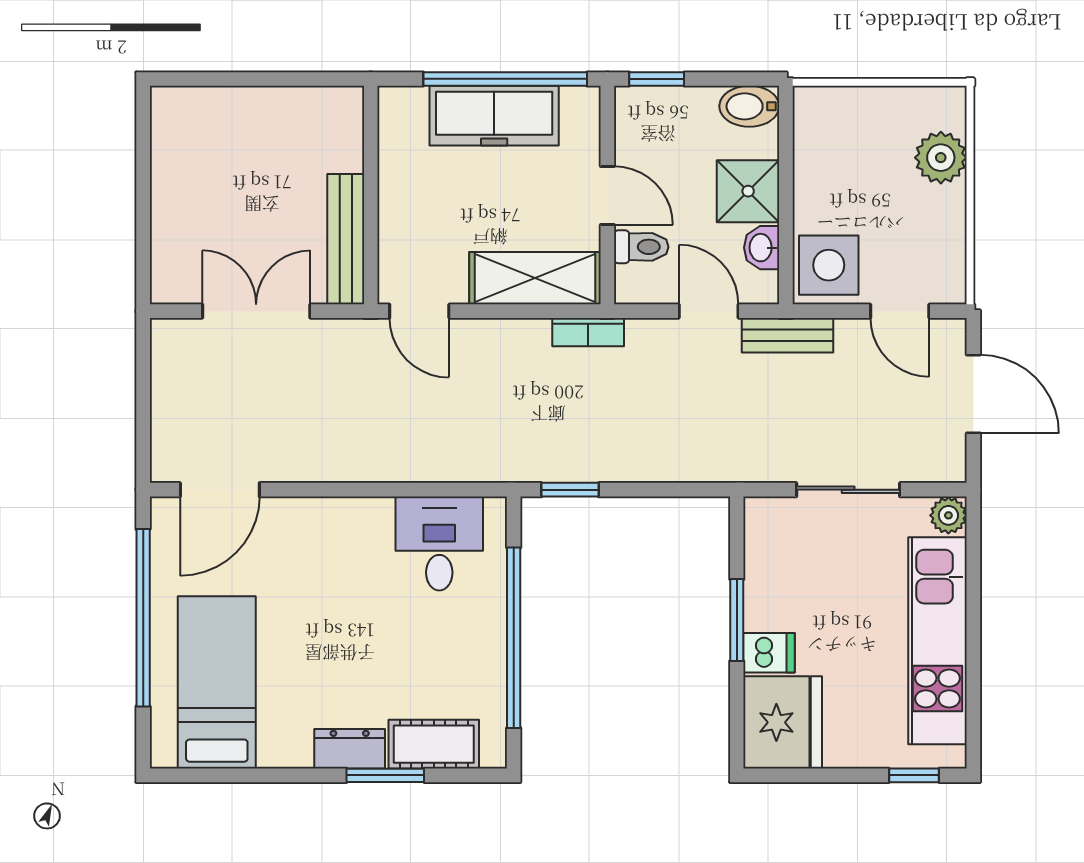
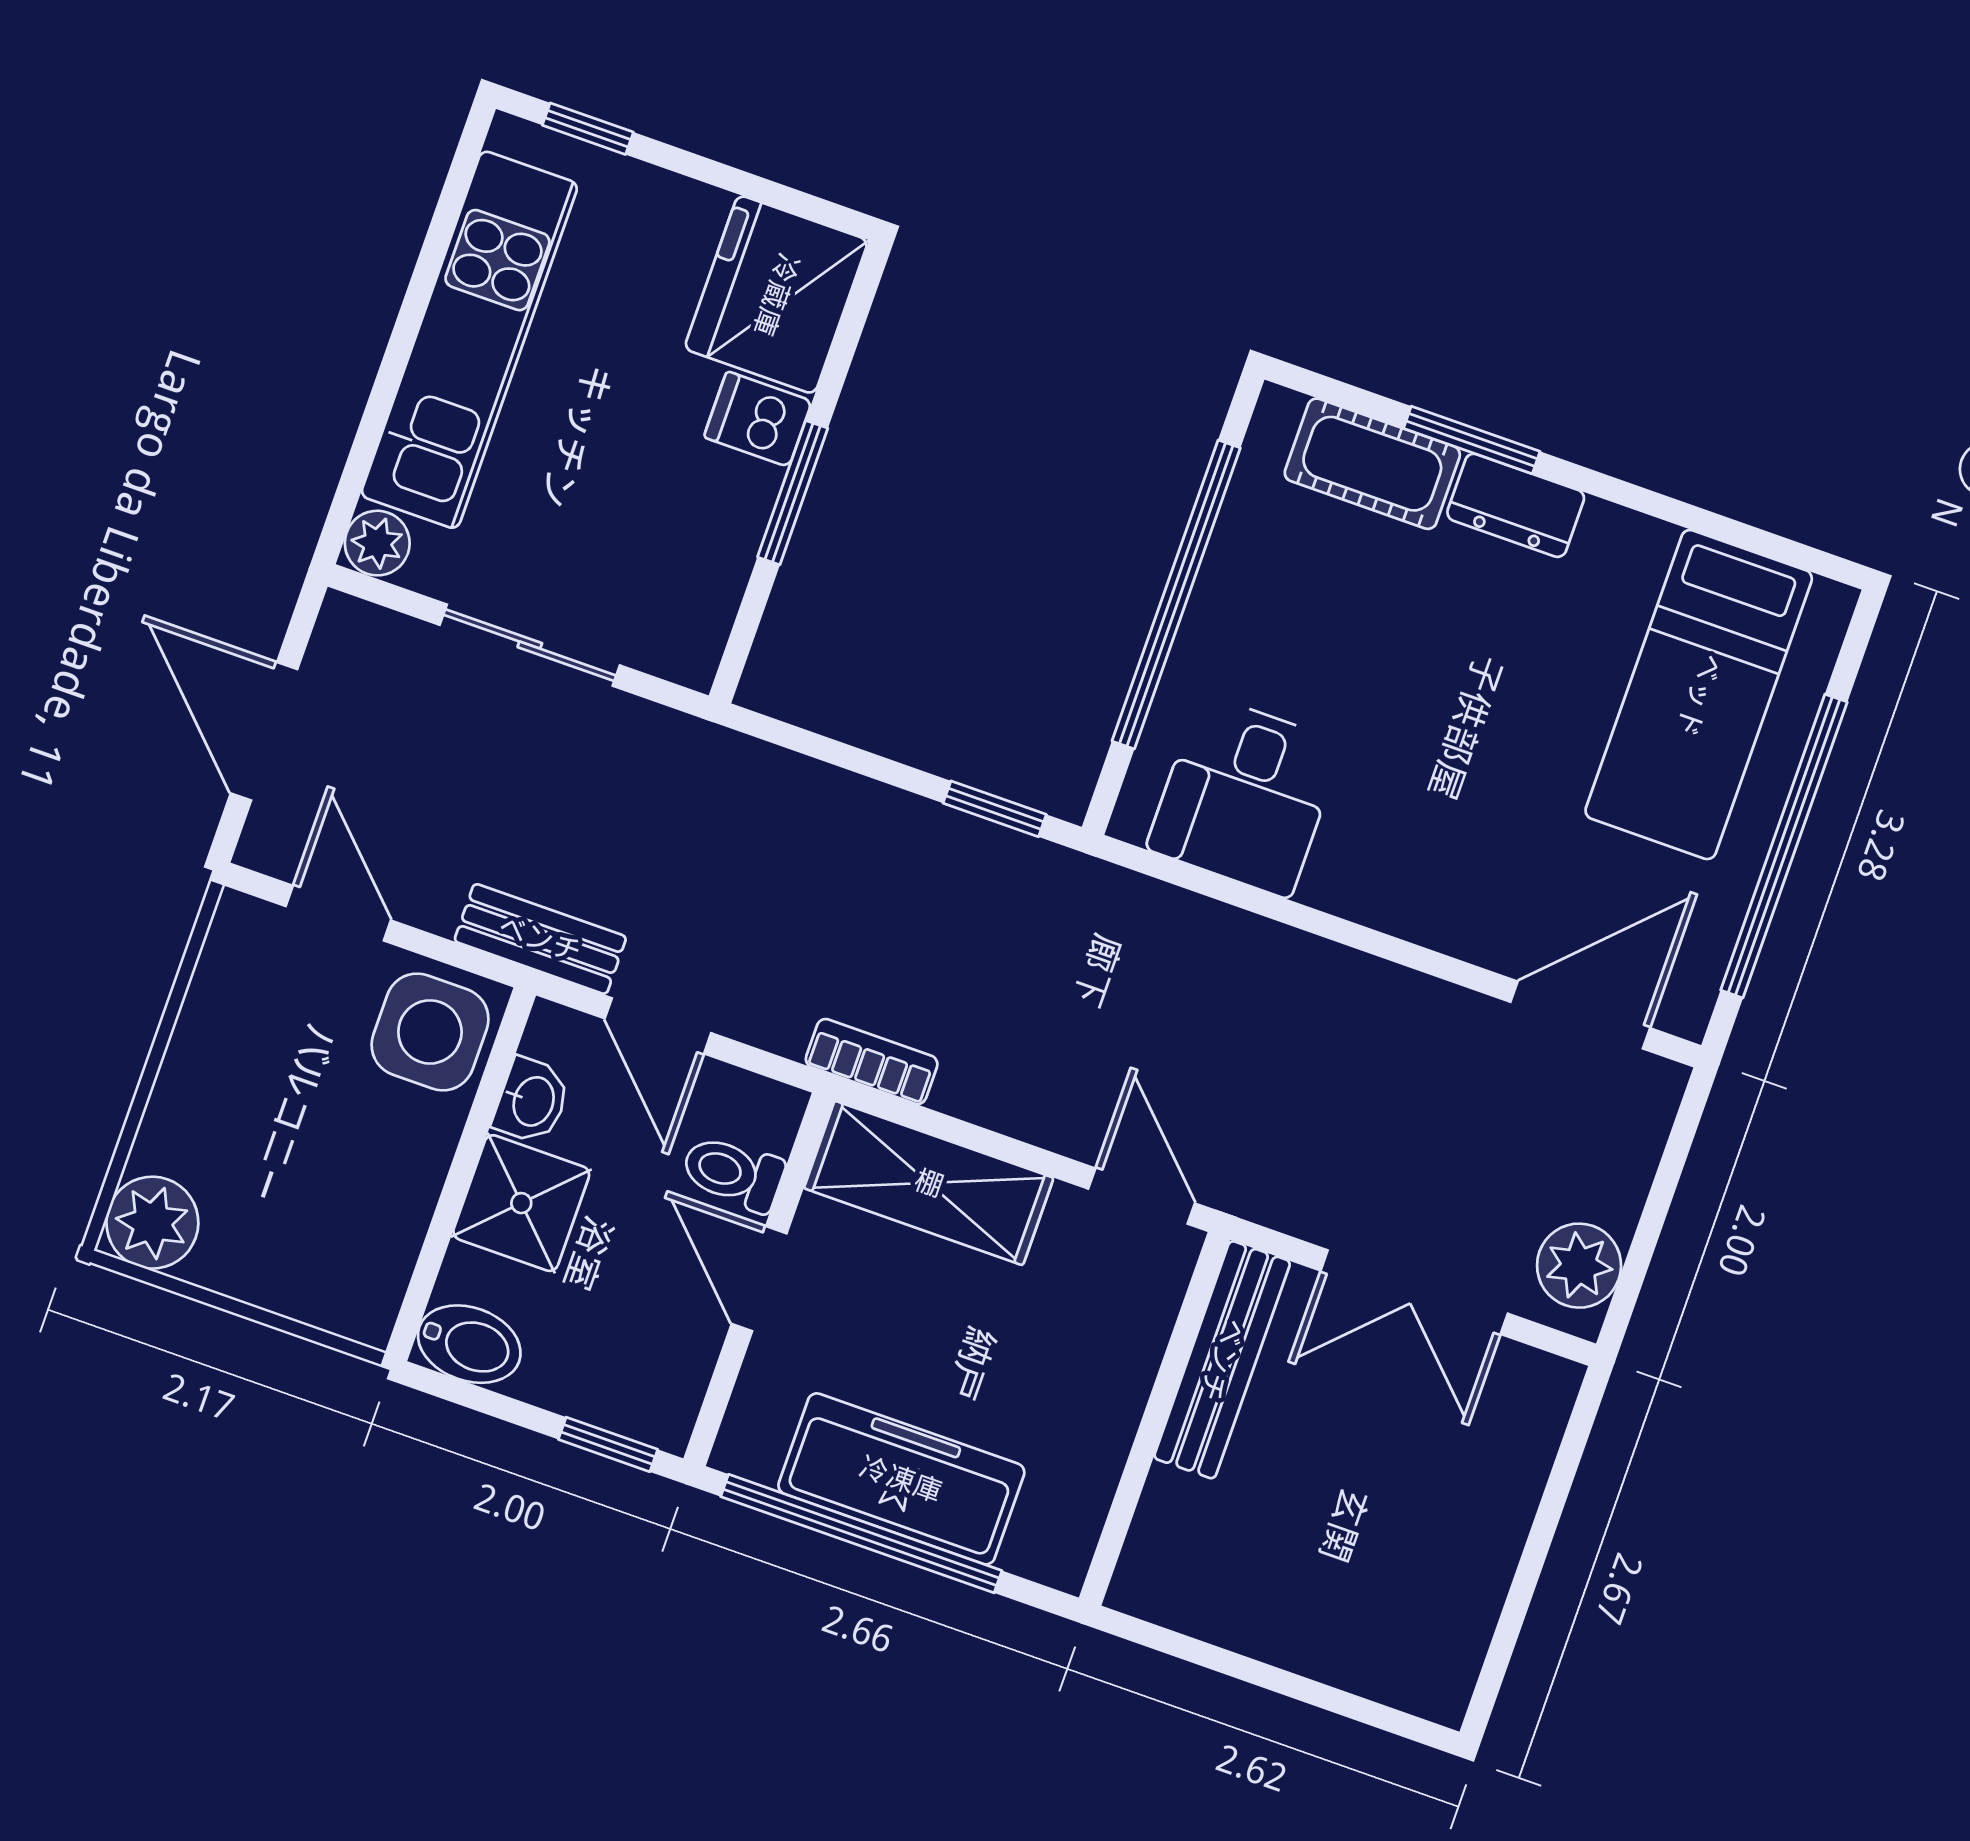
plant: (941, 158) -> (152, 1223), moved
plant: (173, 356) -> (1579, 1266), added

